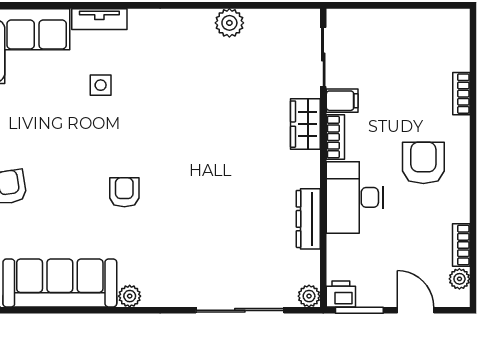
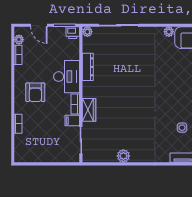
armchair: (124, 192) -> (171, 79), removed

